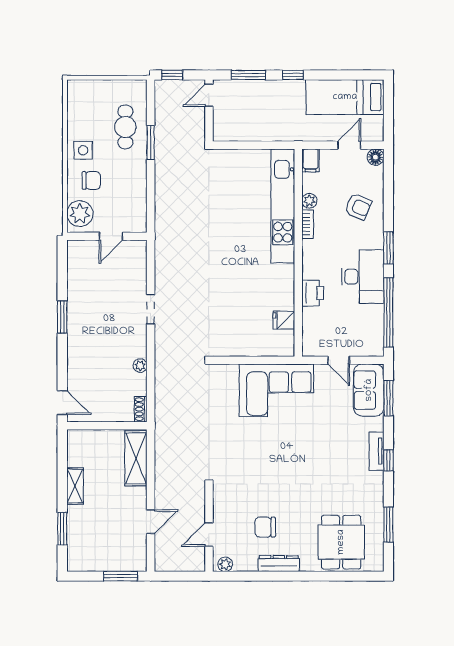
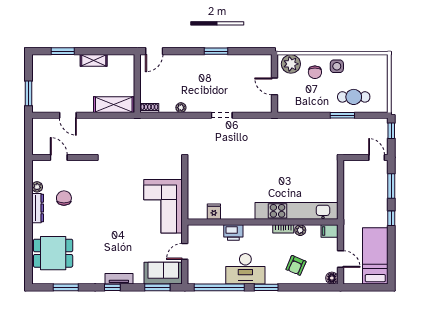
plant: (225, 564) -> (37, 187), moved

